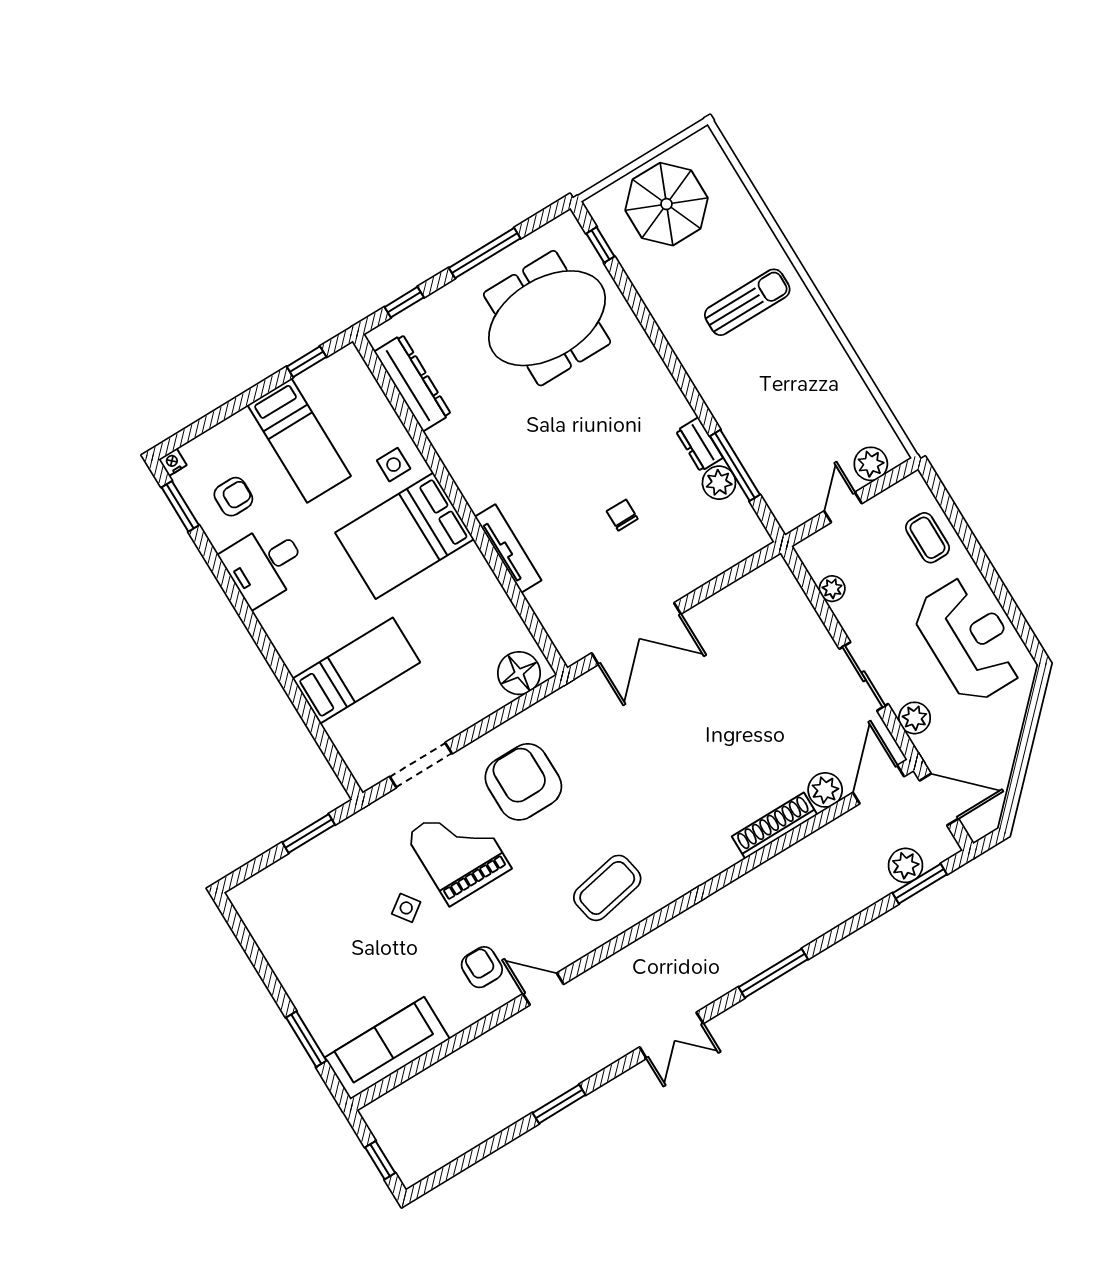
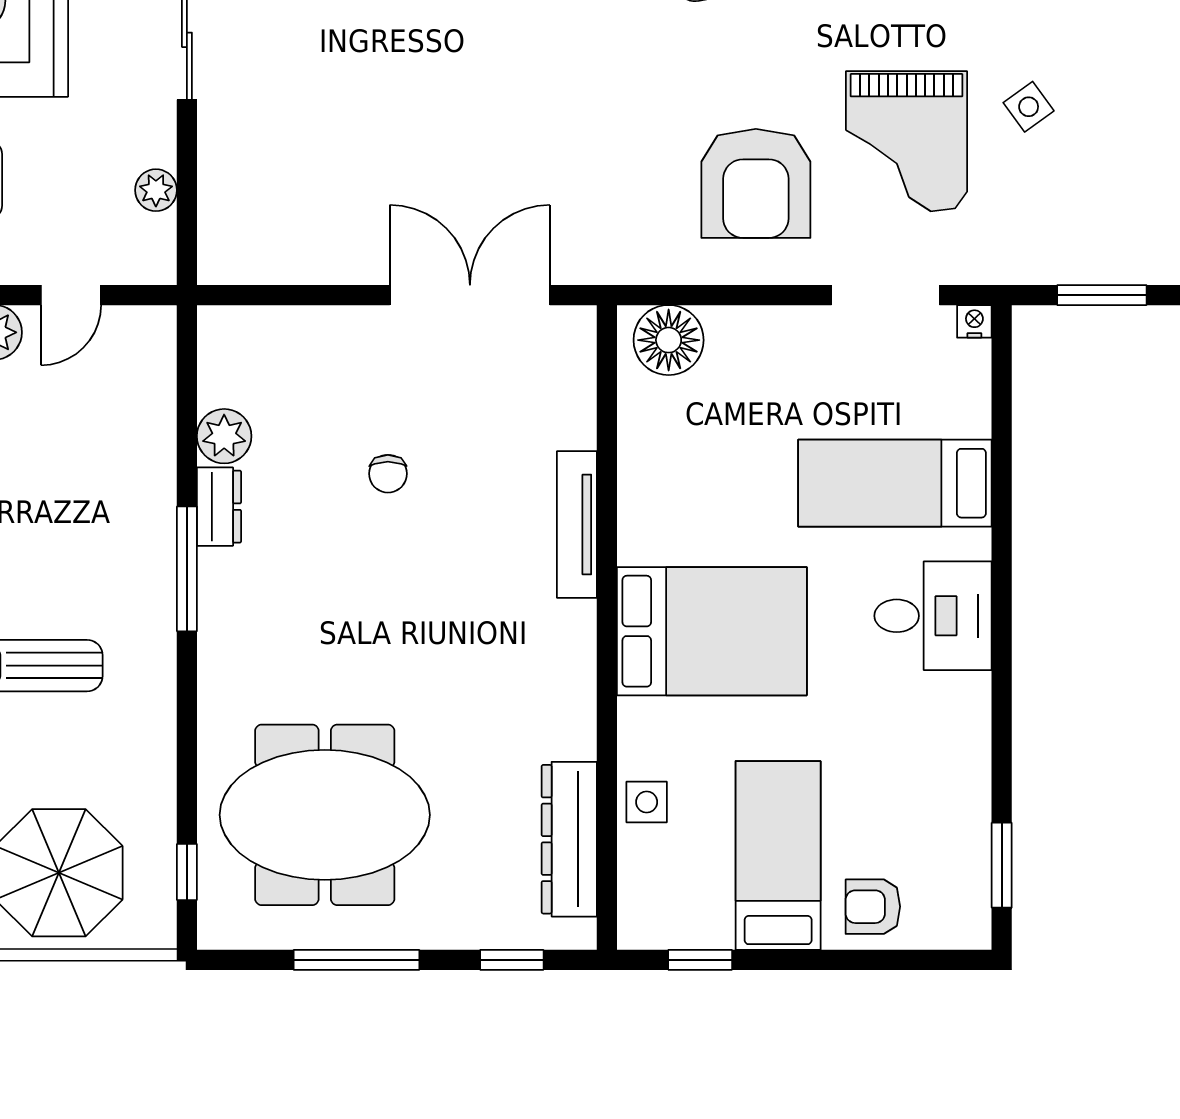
nightstand: (173, 462) -> (974, 321), moved, turned 180
side table: (394, 465) -> (647, 802), moved
window: (735, 465) -> (187, 569), moved
armchair: (233, 497) -> (873, 907), moved
desk: (265, 564) -> (933, 616), moved

